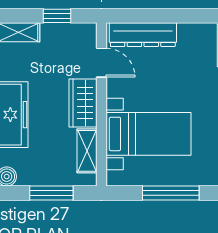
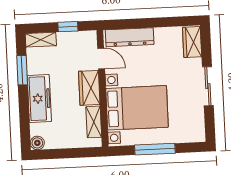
bed with nightstands: (148, 134) -> (137, 108), width x1.36
window: (51, 193) -> (70, 153), removed

